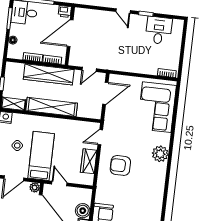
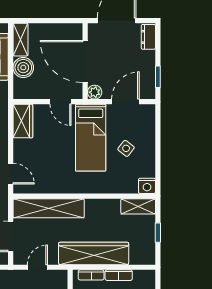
shelving: (52, 107) -> (49, 208), moved
door: (100, 137) -> (11, 174), hinge flipped
wardrobe: (89, 161) -> (23, 121), moved

